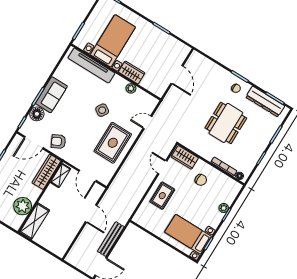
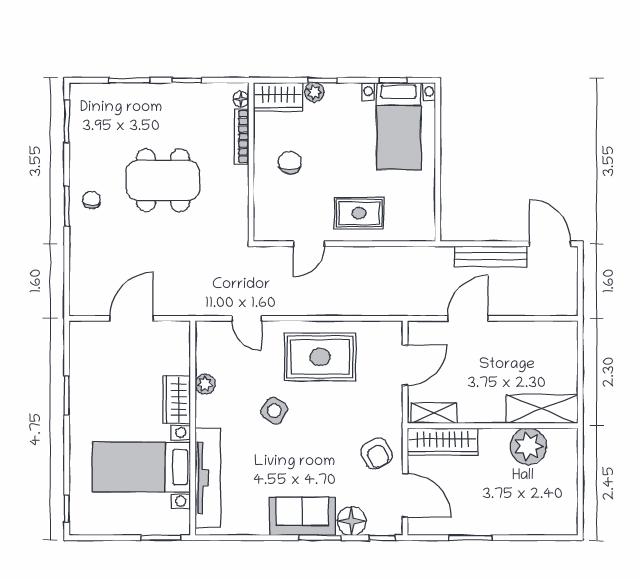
dresser: (265, 102) -> (83, 135), removed
wardrobe: (185, 157) -> (278, 97), moved, turned 90

